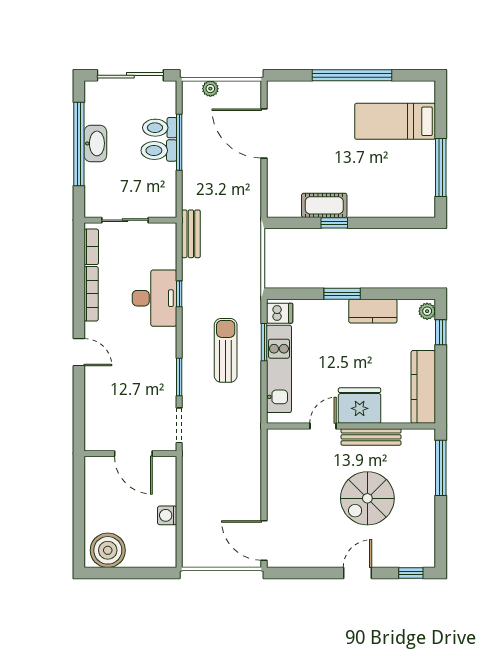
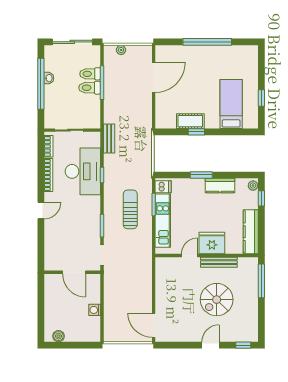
bed: (395, 121) -> (231, 104), moved, turned 90
door: (264, 133) -> (154, 77), swing flipped
washbasin: (95, 143) -> (49, 78), width x0.52, depth x0.69
window: (441, 168) -> (261, 98), width x0.46
desk: (154, 298) -> (83, 171), width x1.36, depth x1.30
door: (79, 352) -> (41, 211), hinge flipped
boiler: (108, 550) -> (58, 336), width x0.54, depth x0.54

